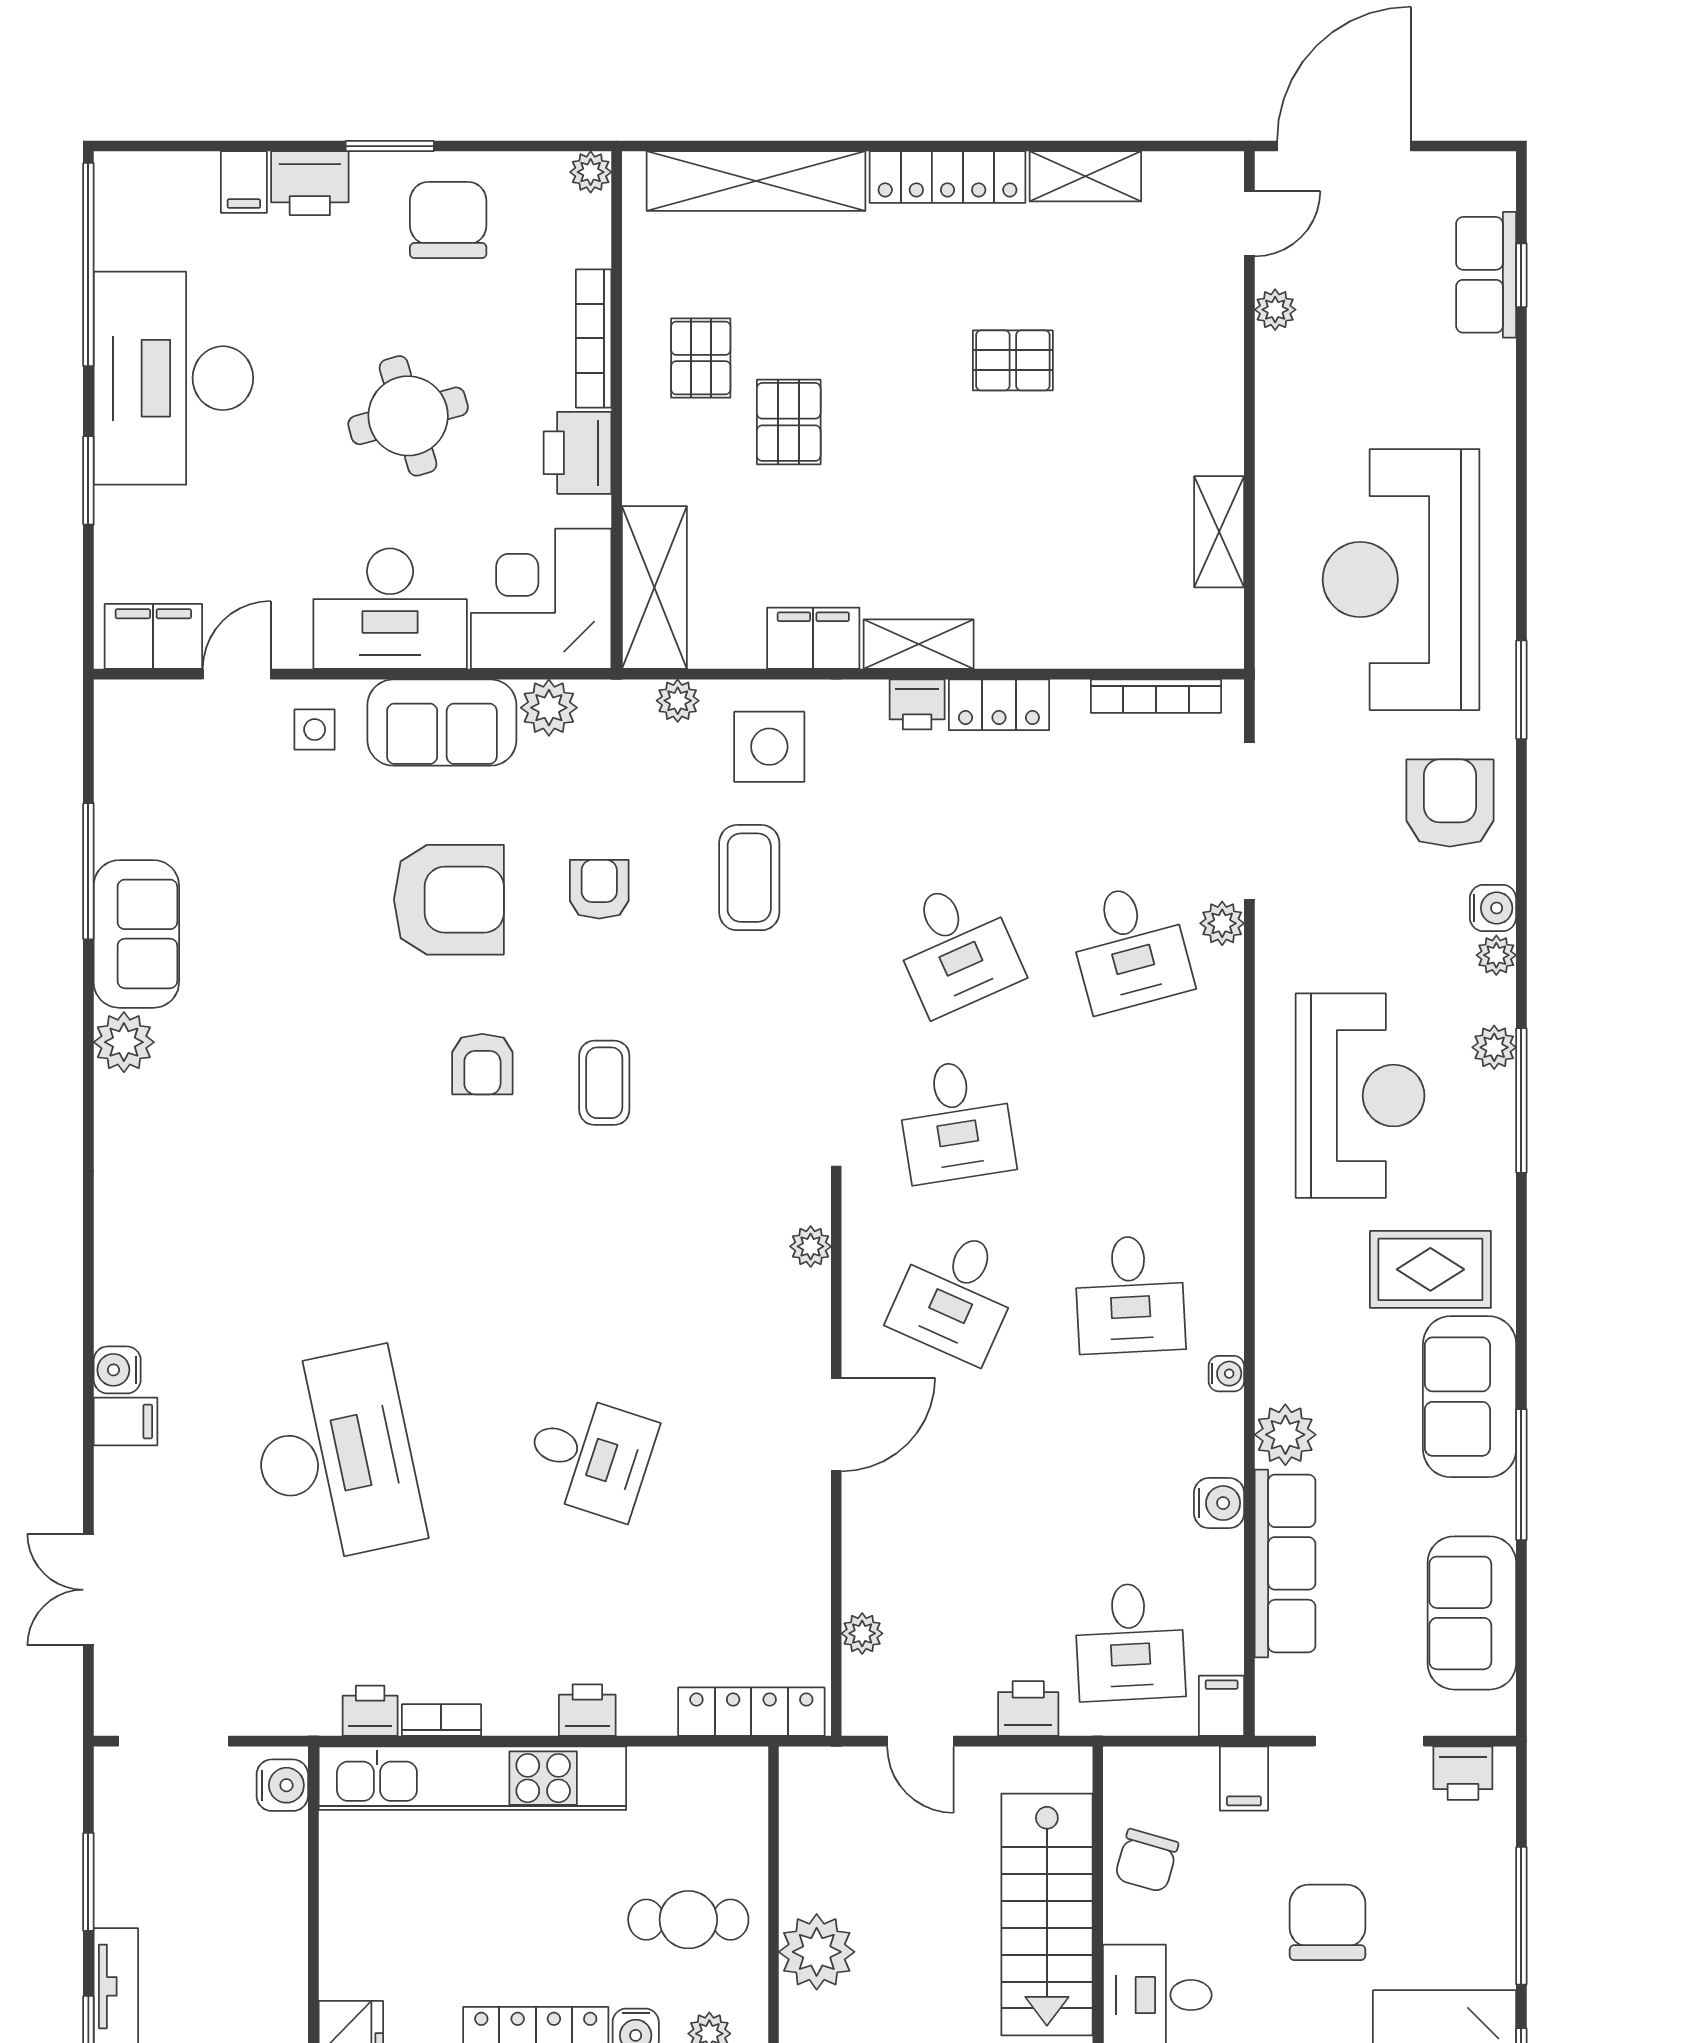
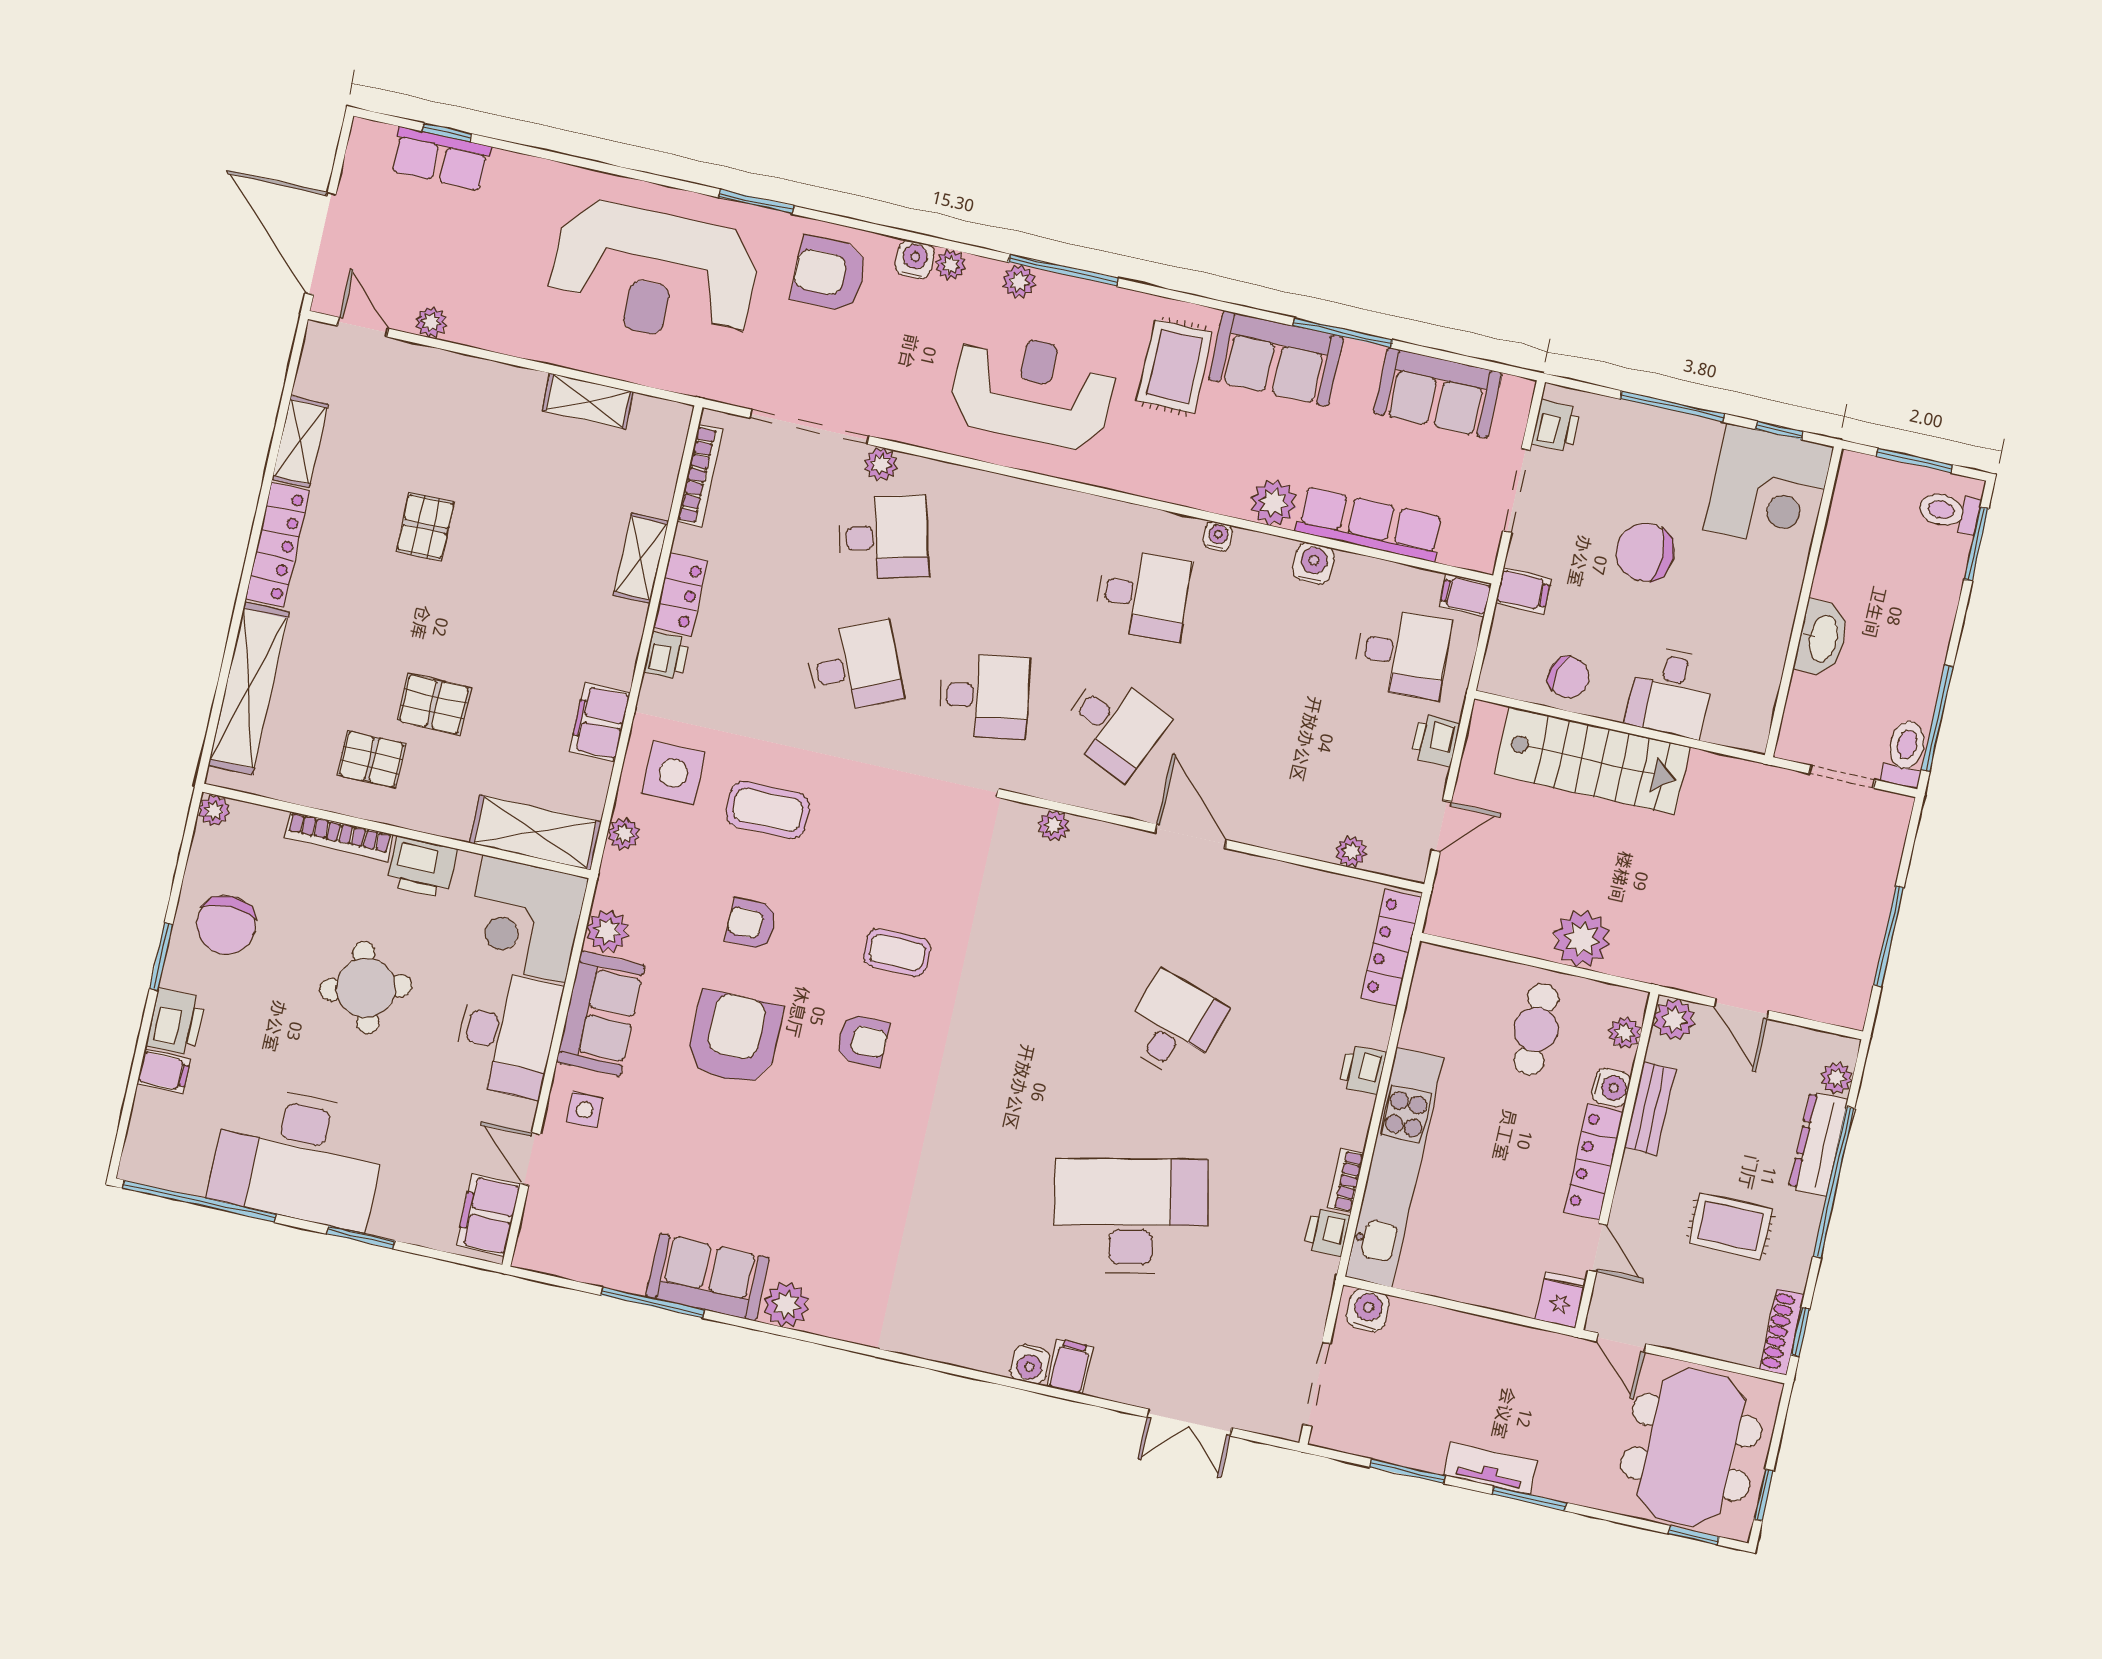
chair: (448, 220) -> (226, 925), turned -90
shelving: (919, 644) -> (641, 558), moved

